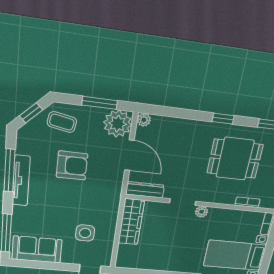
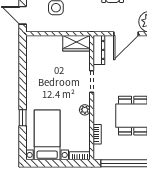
plant: (202, 212) -> (85, 110), moved
wardrobe: (131, 222) -> (77, 43), width x0.67

